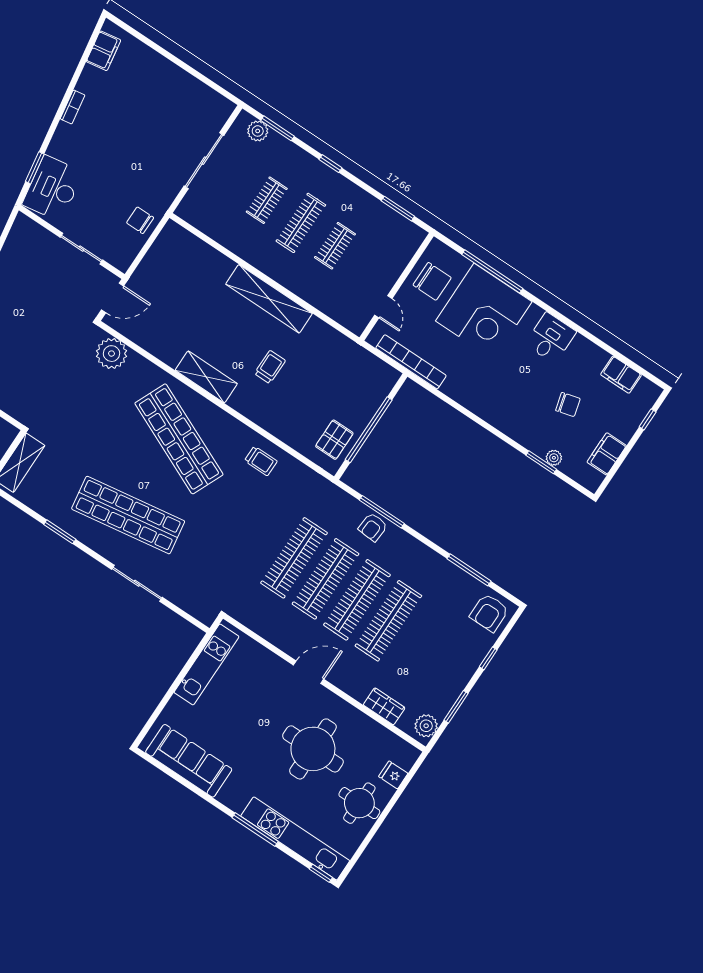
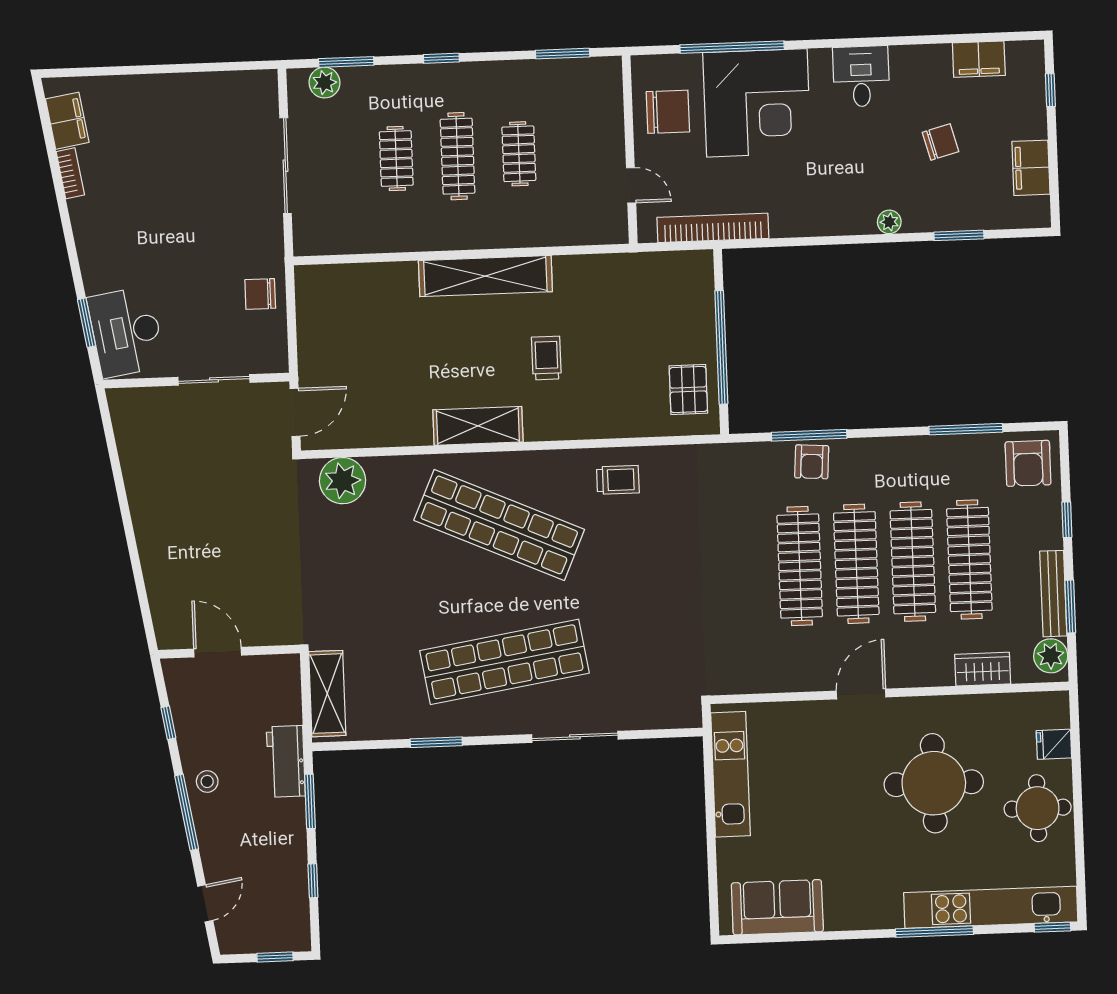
bookcase: (73, 107) -> (70, 173), moved
plant: (554, 458) -> (889, 222), moved
clothes rail: (294, 558) -> (969, 559), moved
bench: (452, 693) -> (1053, 594), added
sofa: (189, 761) -> (777, 907), width x0.73

